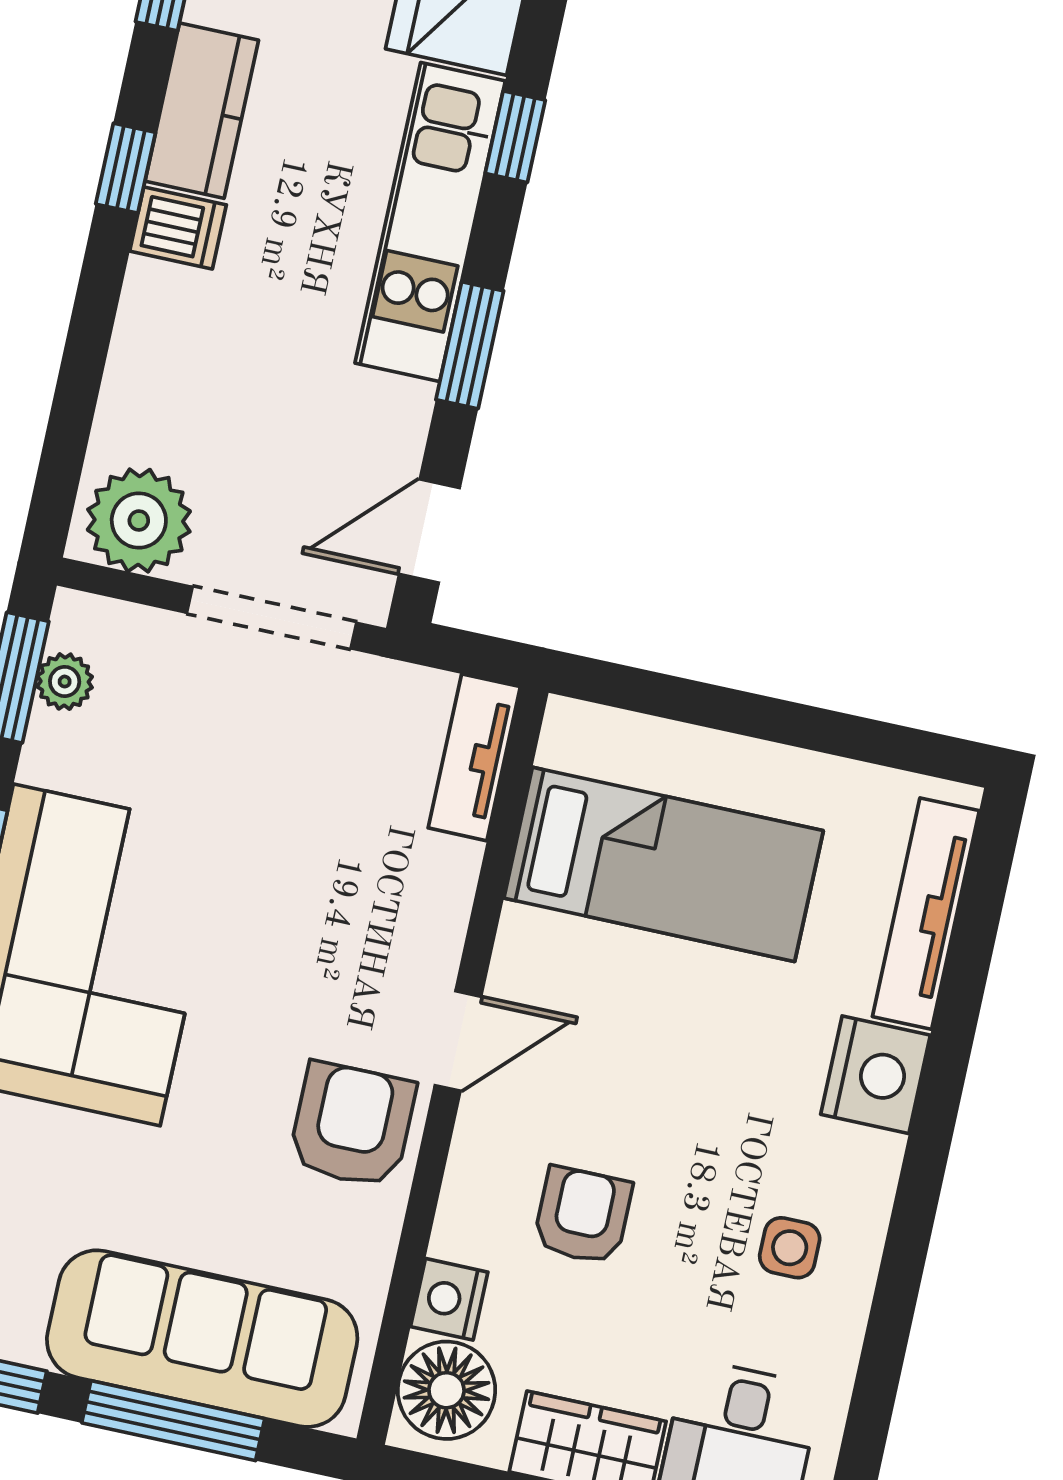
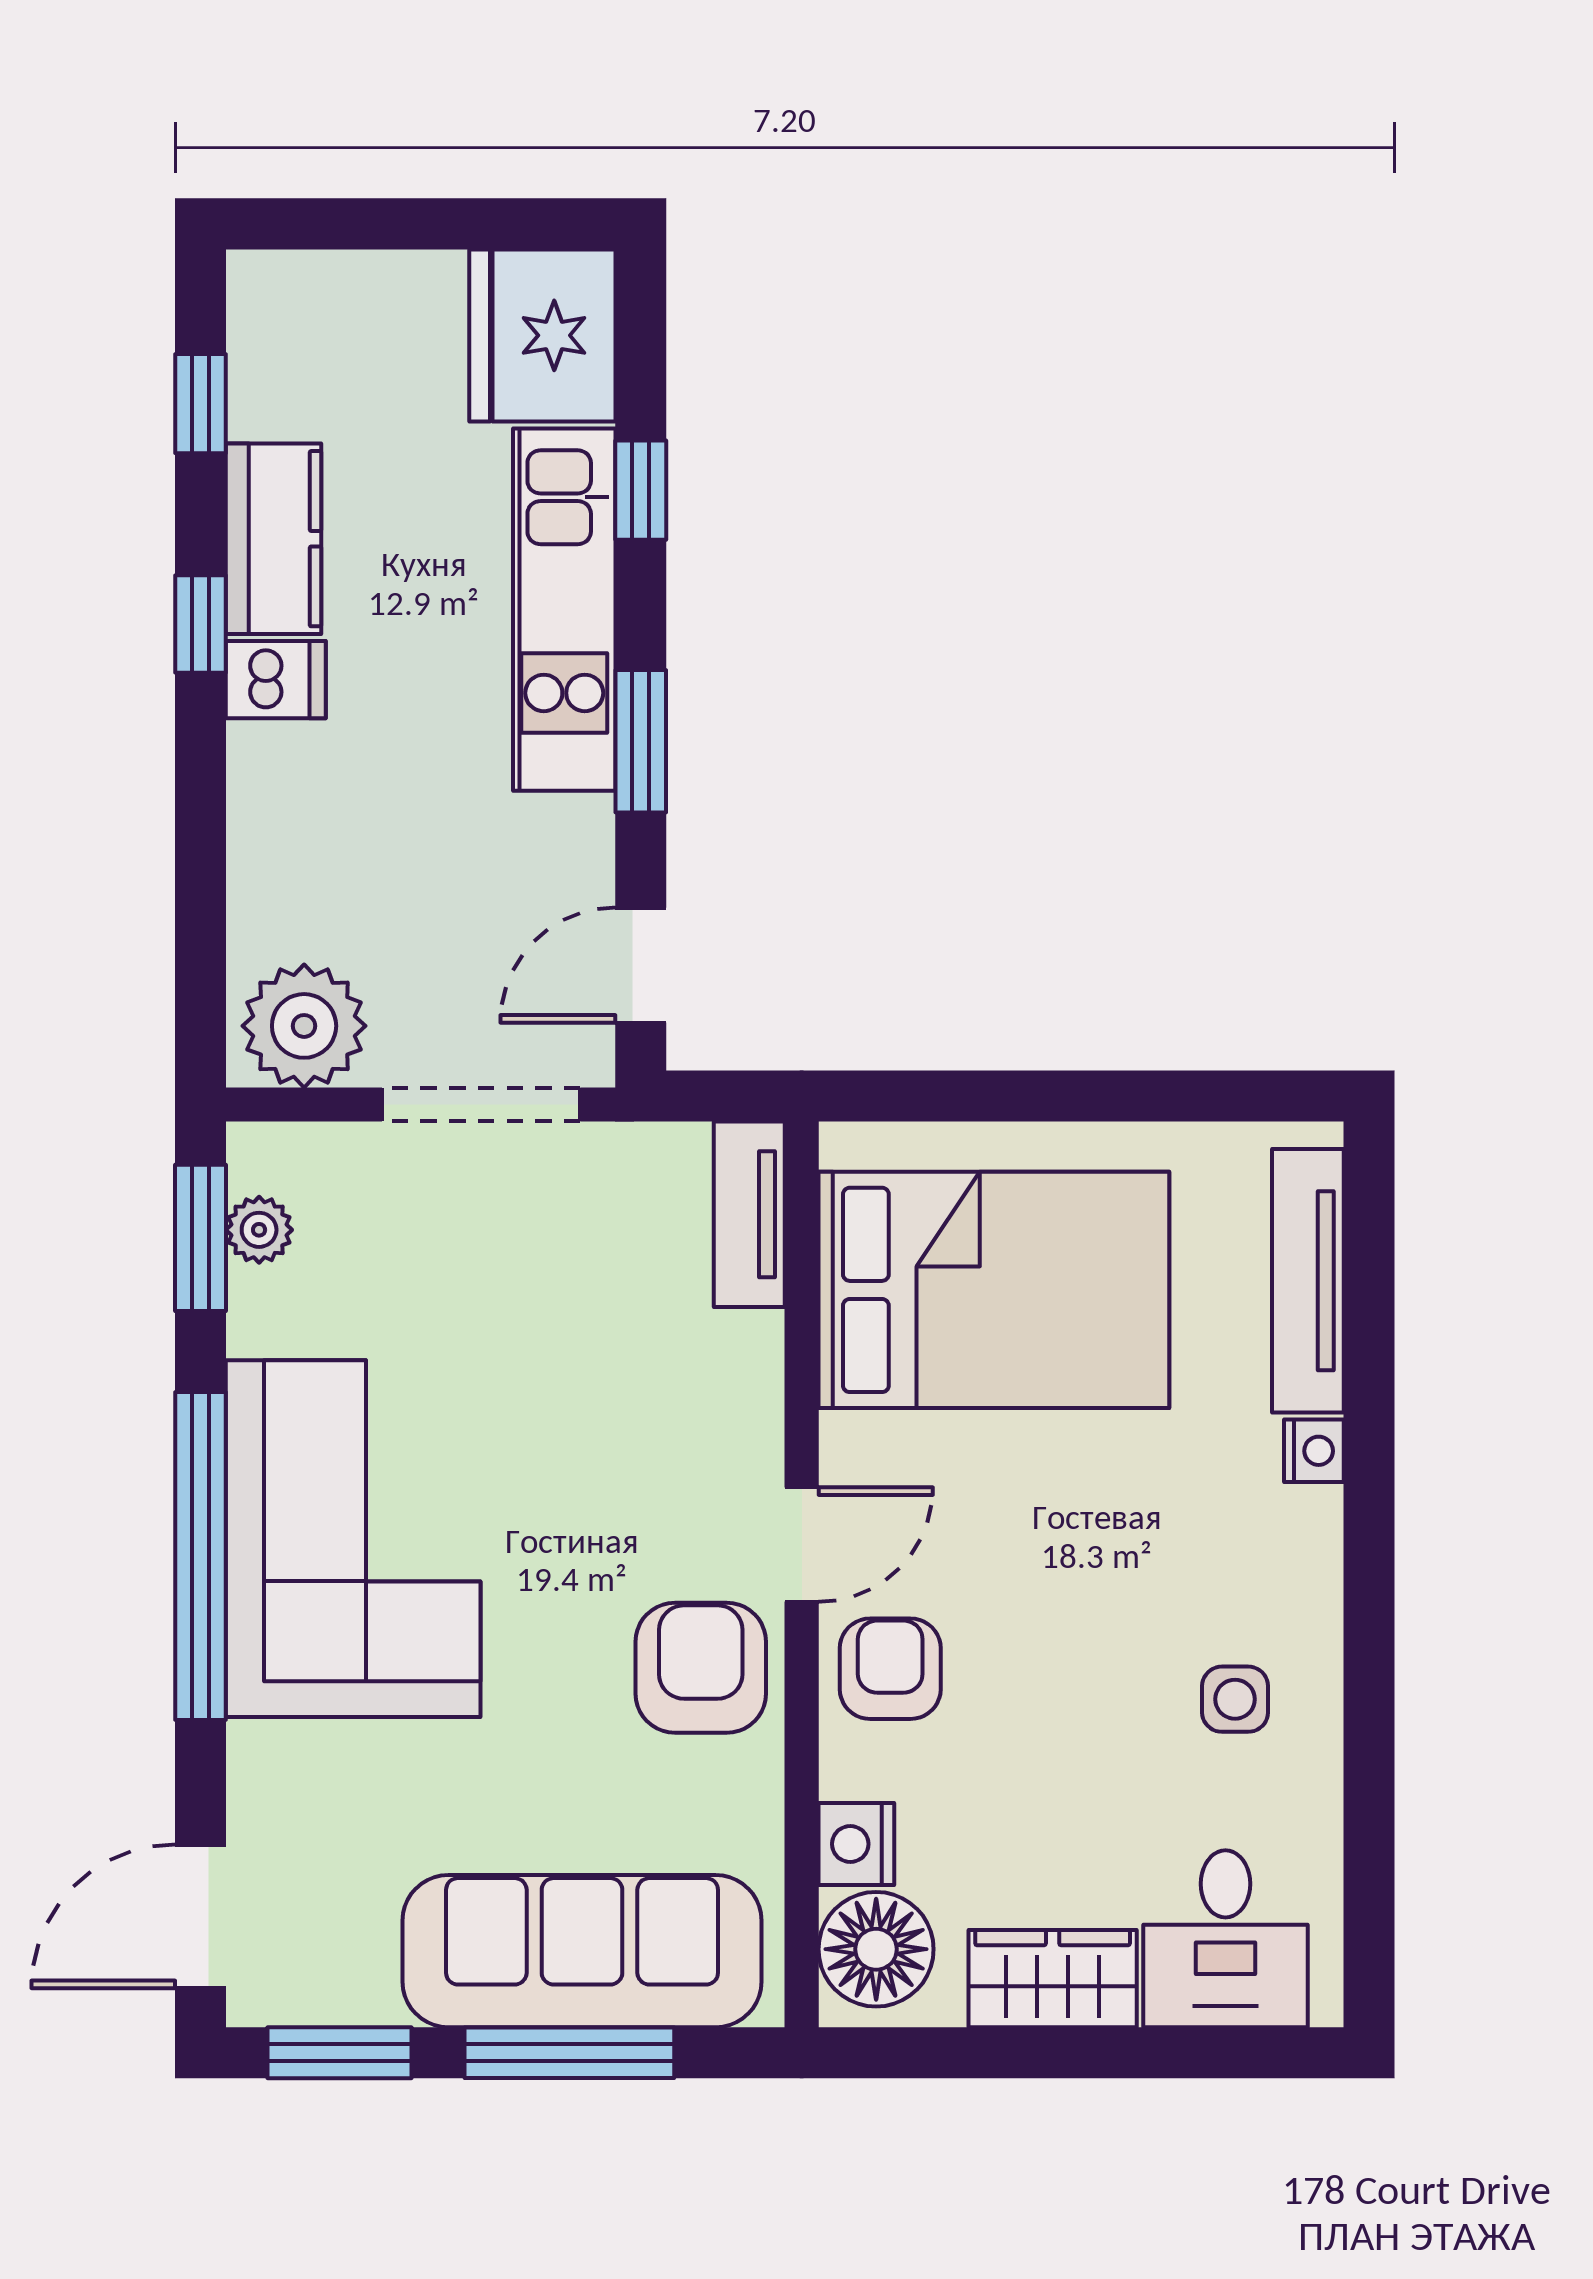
bed: (664, 864) -> (994, 1290), width x1.50
nightstand: (875, 1075) -> (1314, 1451), width x0.53, depth x0.56
armchair: (583, 1215) -> (890, 1669), moved

